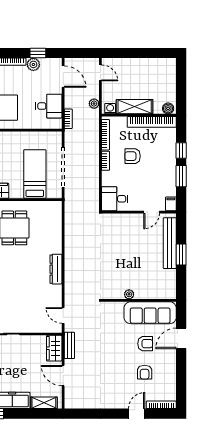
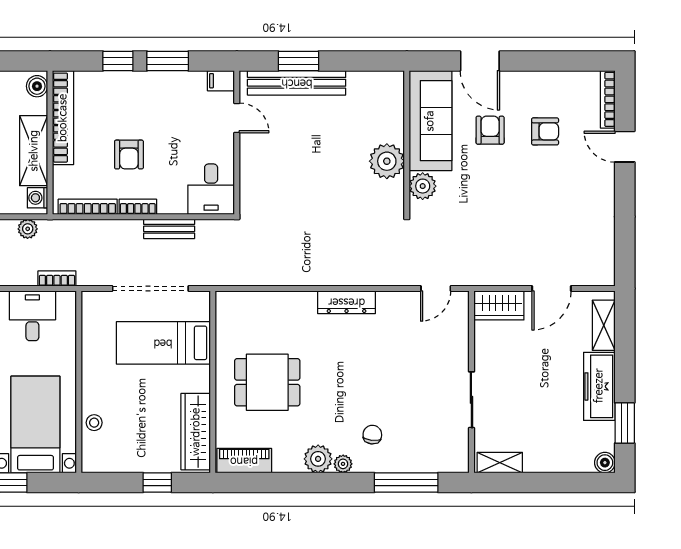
window: (181, 254) -> (298, 61), moved
plant: (129, 294) -> (387, 161), width x1.88, depth x1.88
plant: (116, 309) -> (423, 186), added
bench: (69, 345) -> (169, 229), moved

